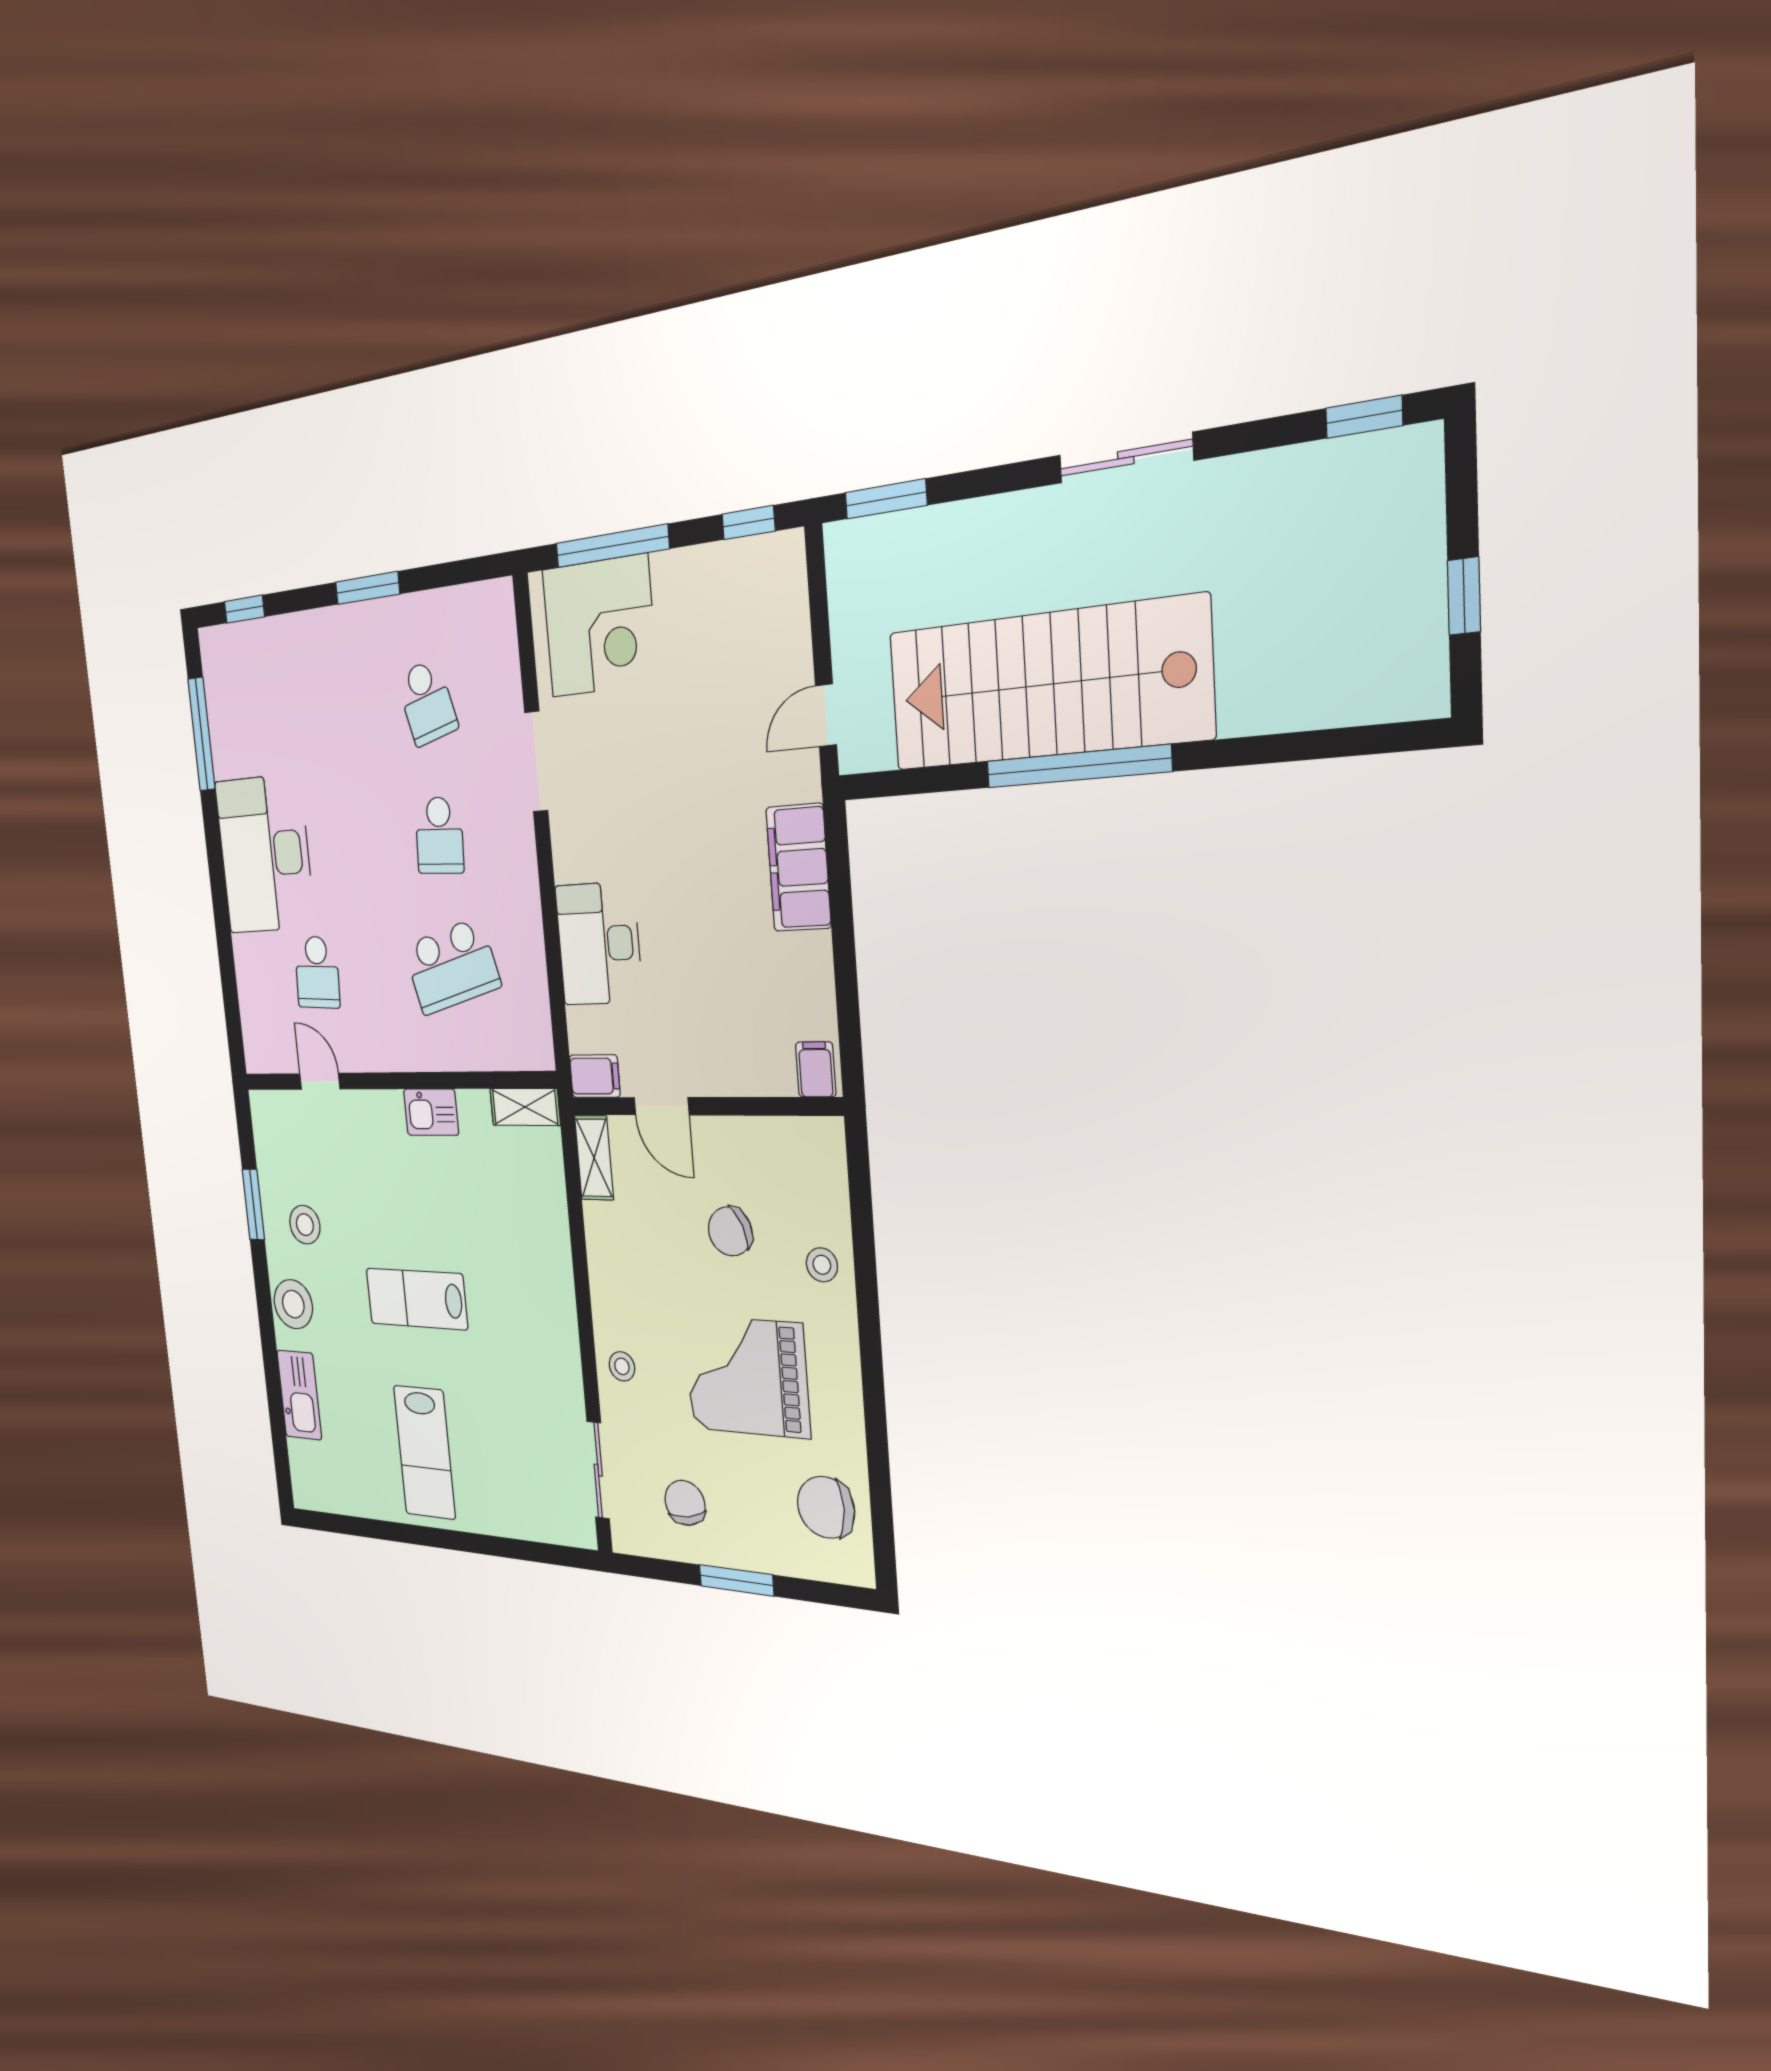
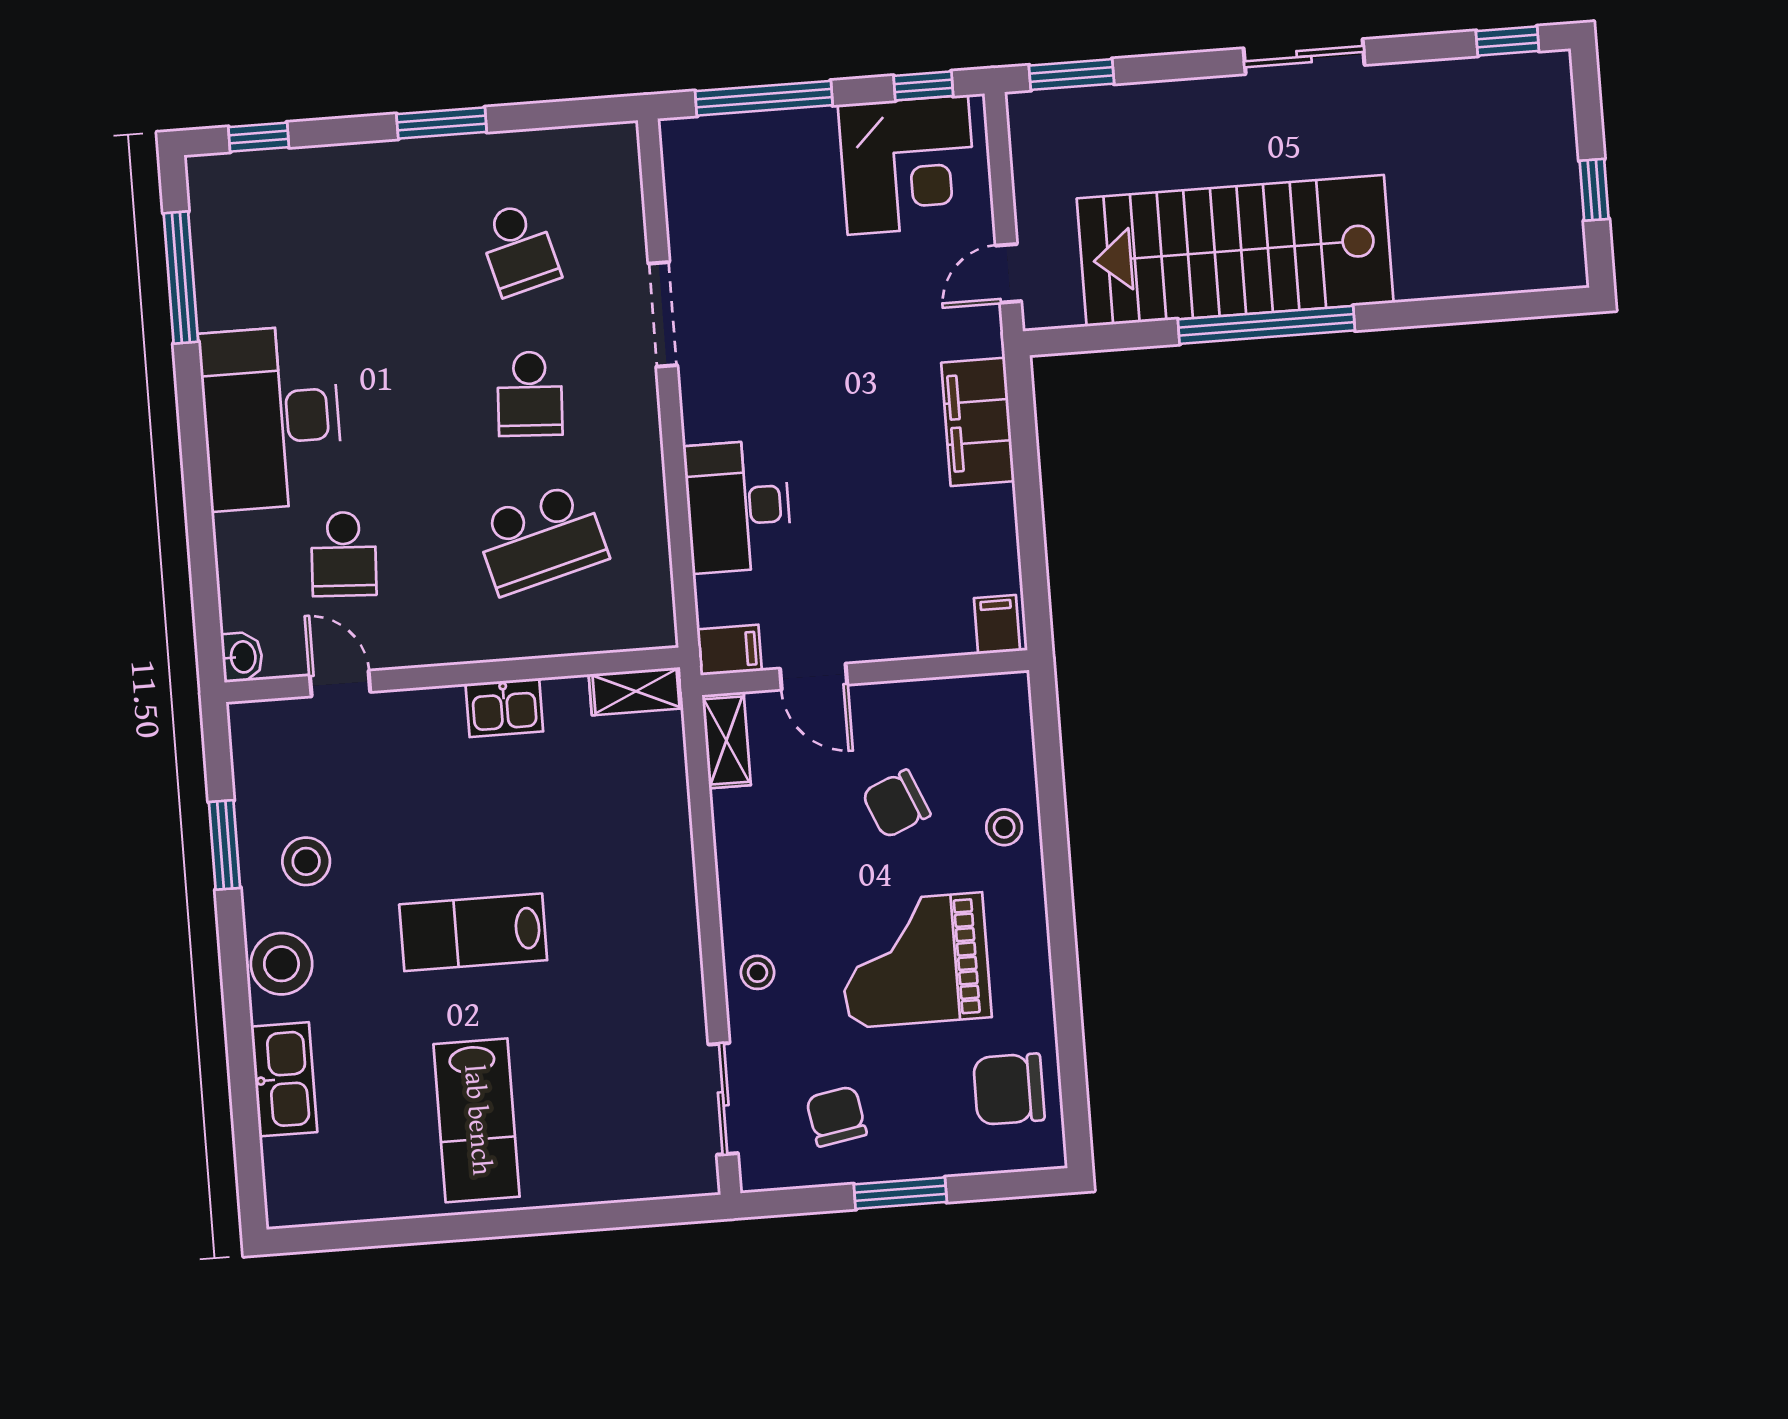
corner desk: (599, 626) -> (908, 165), moved
washbasin: (256, 1054) -> (242, 657), added

